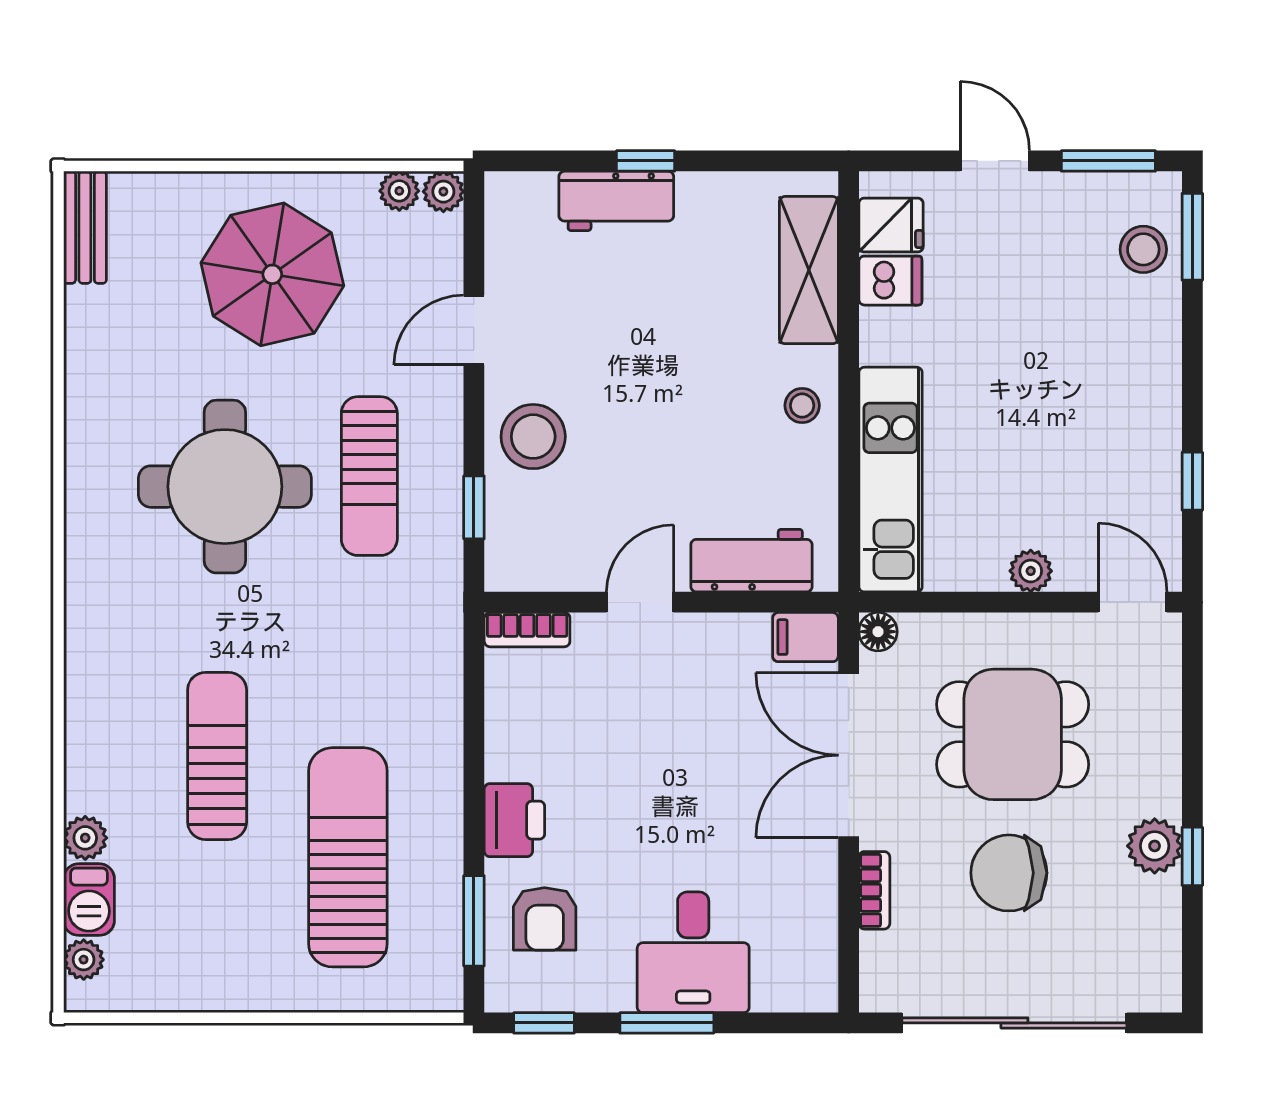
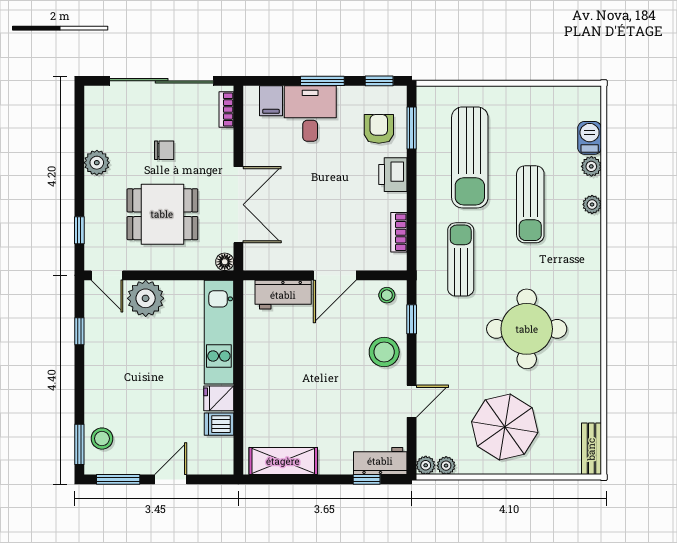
window: (646, 161) -> (367, 479), moved
door: (995, 161) -> (171, 479), swing flipped
workbench: (616, 201) -> (380, 461), moved
fridge: (891, 225) -> (219, 398), moved
shelving: (809, 270) -> (283, 461), moved, turned 90
stool: (802, 405) -> (387, 295), moved
sun lounger: (369, 476) -> (461, 259), moved
plant: (1031, 571) -> (146, 298), width x1.87, depth x1.87
door: (640, 602) -> (335, 275), width x1.38
bookcase: (527, 630) -> (399, 232), moved, turned -90
filing cabinet: (805, 637) -> (271, 101), moved, turned 90
window: (1192, 856) -> (79, 230), moved
chair: (1009, 873) -> (164, 150), width x0.54, depth x0.54
bookcase: (874, 890) -> (226, 110), moved
plant: (84, 960) -> (592, 205), moved

